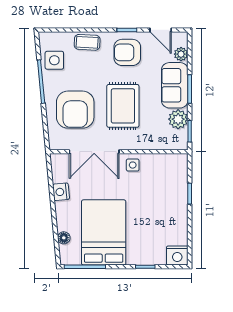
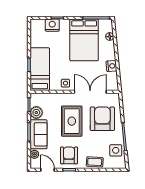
armchair: (127, 52) -> (69, 155), turned -90
bed: (173, 187) -> (40, 69), added
nightstand: (177, 255) -> (52, 25), moved

